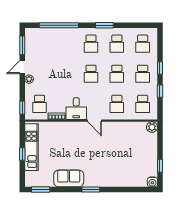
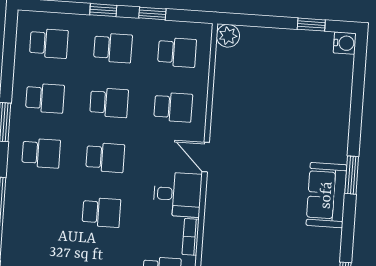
school desk: (65, 74) -> (101, 212), added
door: (95, 121) -> (206, 157), swing flipped
sofa: (69, 178) -> (327, 195), moved

